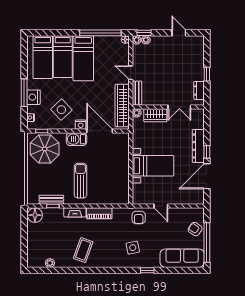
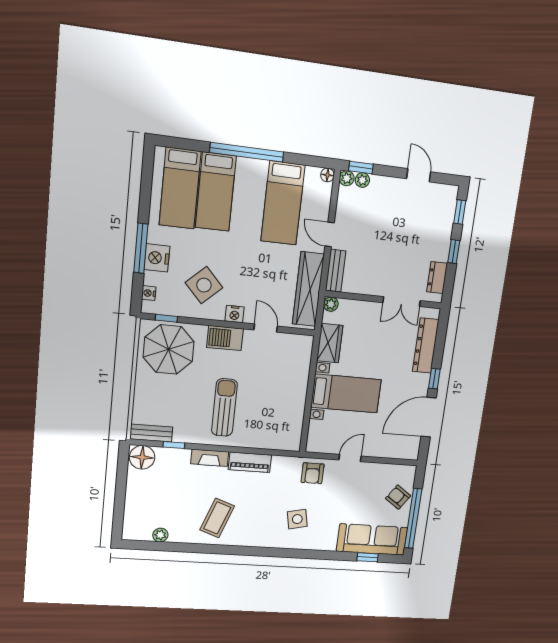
window: (100, 33) -> (247, 152), moved
window: (207, 51) -> (460, 212), added
bed: (83, 58) -> (283, 203), moved
wardrobe: (155, 115) -> (330, 343), moved, turned -90
door: (100, 131) -> (266, 328), width x0.53
dresser: (198, 146) -> (426, 346), moved
bench: (51, 200) -> (151, 433), moved
door: (161, 206) -> (350, 458), swing flipped
window: (147, 270) -> (368, 557), moved

